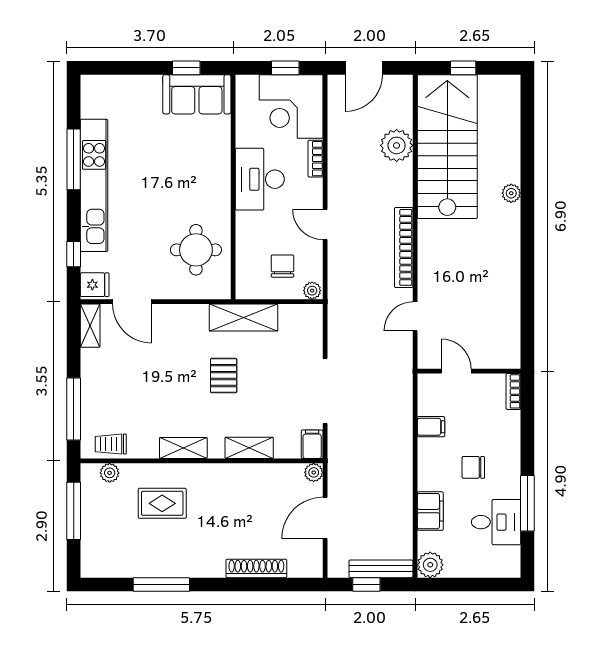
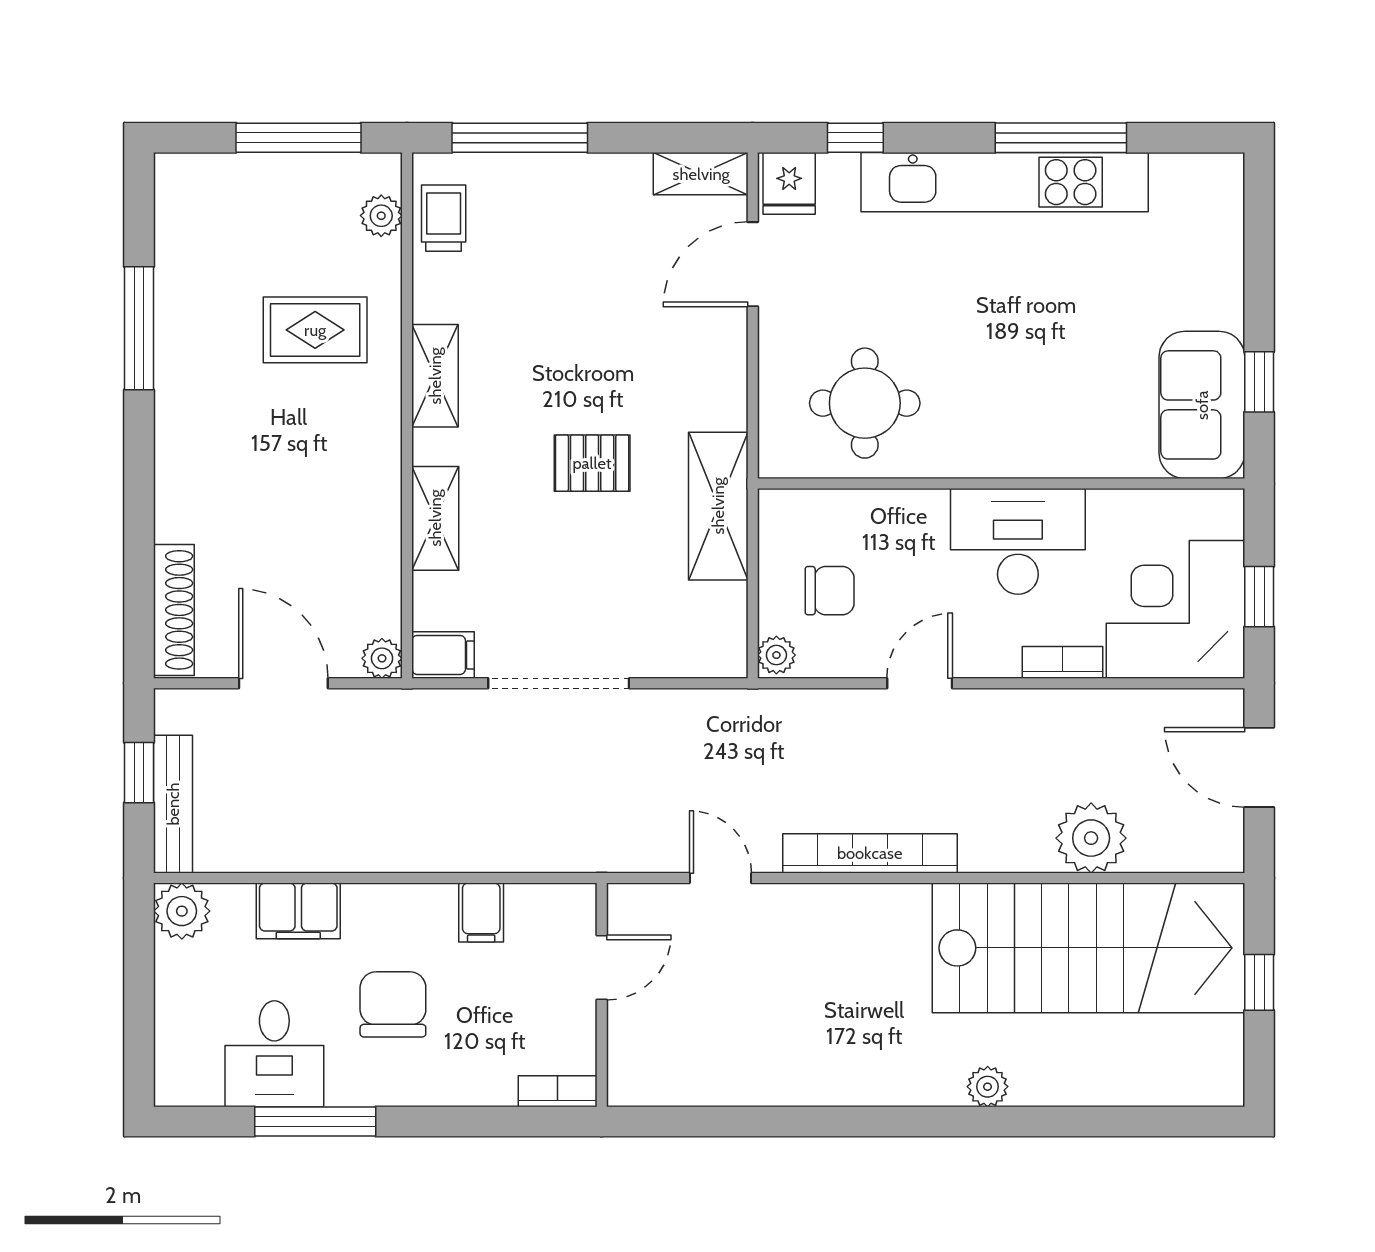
chair: (473, 467) -> (393, 1004), width x1.37, depth x1.37
rug: (162, 503) -> (315, 330), turned 90
shoe rack: (256, 568) -> (174, 610), moved

